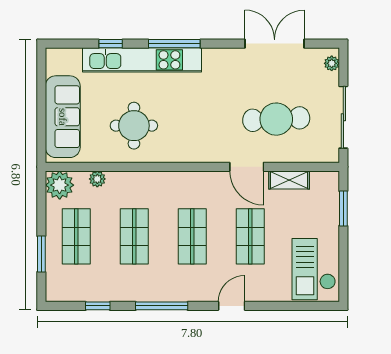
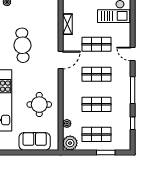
sofa: (63, 117) -> (35, 141), width x0.73
cafe table: (276, 119) -> (22, 45), moved
door: (247, 167) -> (61, 60), moved

